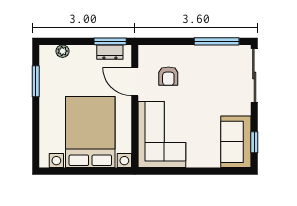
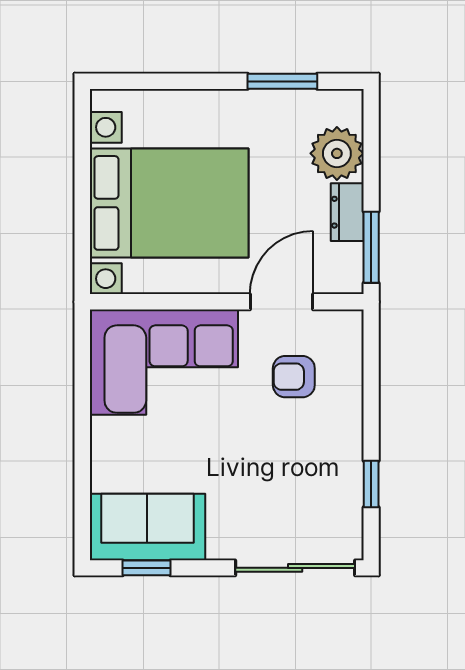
window: (217, 41) -> (371, 484), width x0.46
plant: (63, 51) -> (337, 153), width x1.88, depth x1.88
dresser: (110, 52) -> (347, 212), moved

